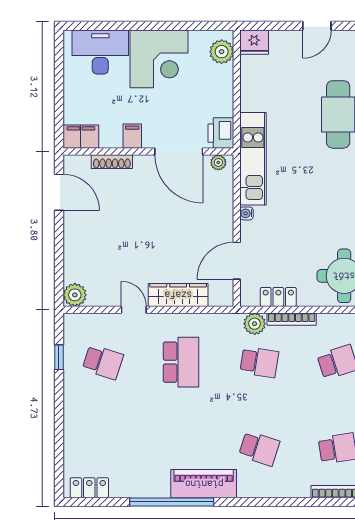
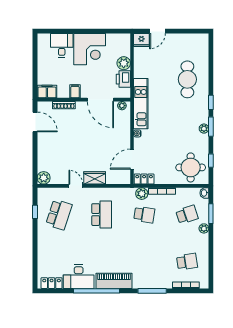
door: (317, 26) -> (157, 31), moved
desk: (100, 52) -> (62, 45), width x0.73
plant: (222, 52) -> (124, 63), moved
printer: (221, 133) -> (123, 79), moved
wardrobe: (178, 295) -> (95, 178), width x0.67
locker: (278, 297) -> (144, 179), moved
school desk: (103, 362) -> (59, 215), width x1.85
school desk: (259, 448) -> (144, 262), removed
desk: (139, 476) -> (79, 277), added
window: (274, 502) -> (152, 291), added

